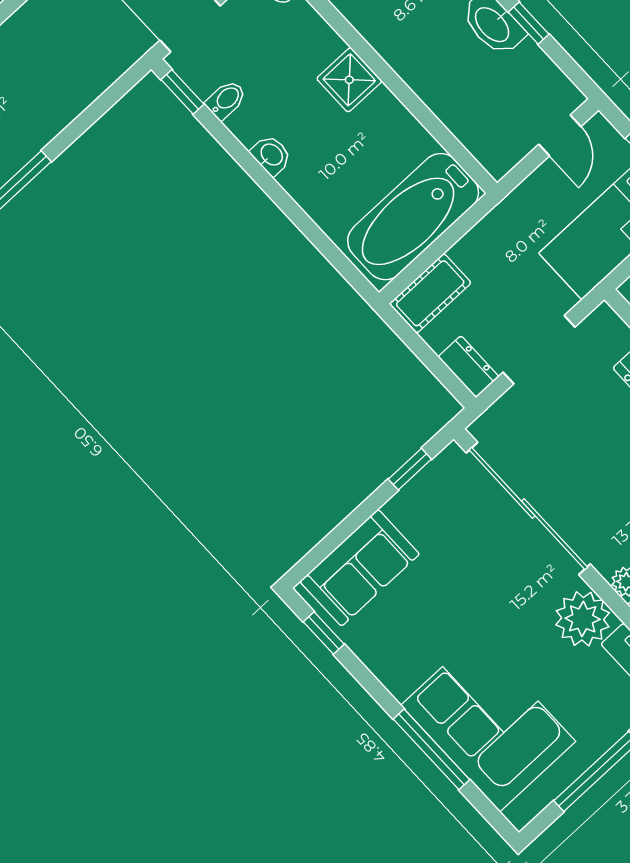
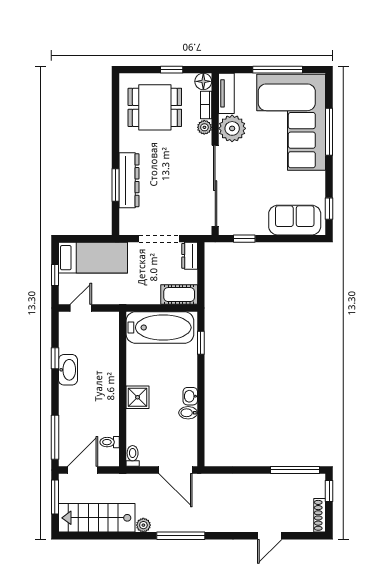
window: (183, 92) -> (201, 343), moved
bidet: (226, 100) -> (188, 413), moved
corner sofa: (488, 723) -> (291, 122), width x1.36, depth x1.36

